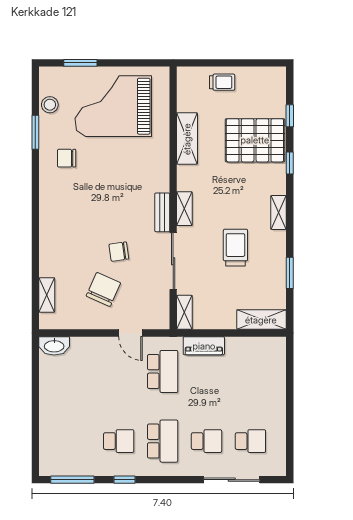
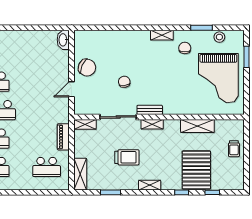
grand piano: (113, 106) -> (218, 78), turned 180
chair: (103, 289) -> (87, 68), moved
shelving: (47, 295) -> (162, 35), moved
school desk: (163, 371) -> (47, 167), moved

